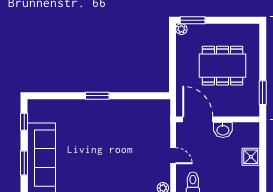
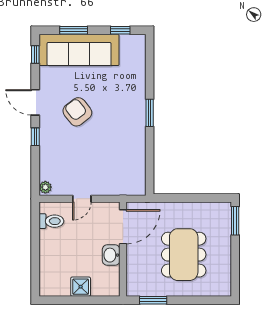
plant: (181, 29) -> (225, 208), removed
armchair: (96, 160) -> (77, 112), added

